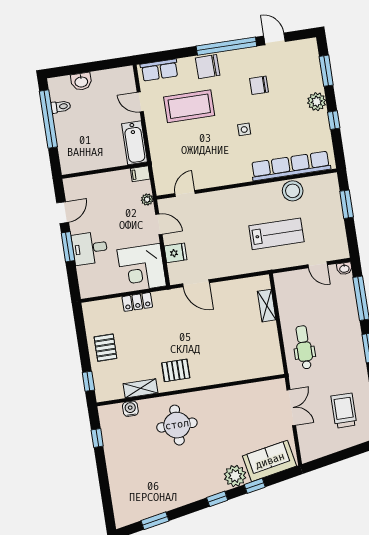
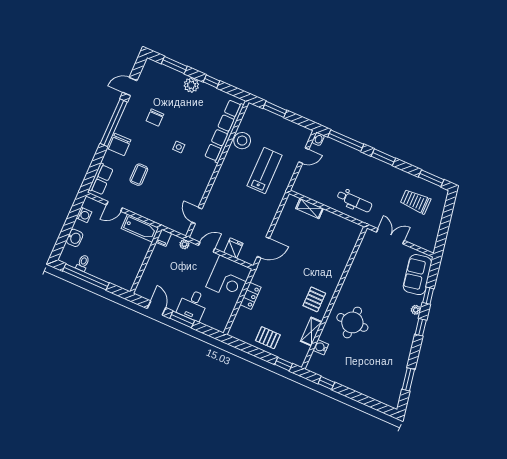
washing machine: (111, 76) -> (84, 215), added
coffee table: (189, 106) -> (139, 175), width x0.54, depth x0.58
dental chair: (304, 347) -> (355, 201), turned 180
plant: (235, 476) -> (416, 310), width x0.53, depth x0.53

